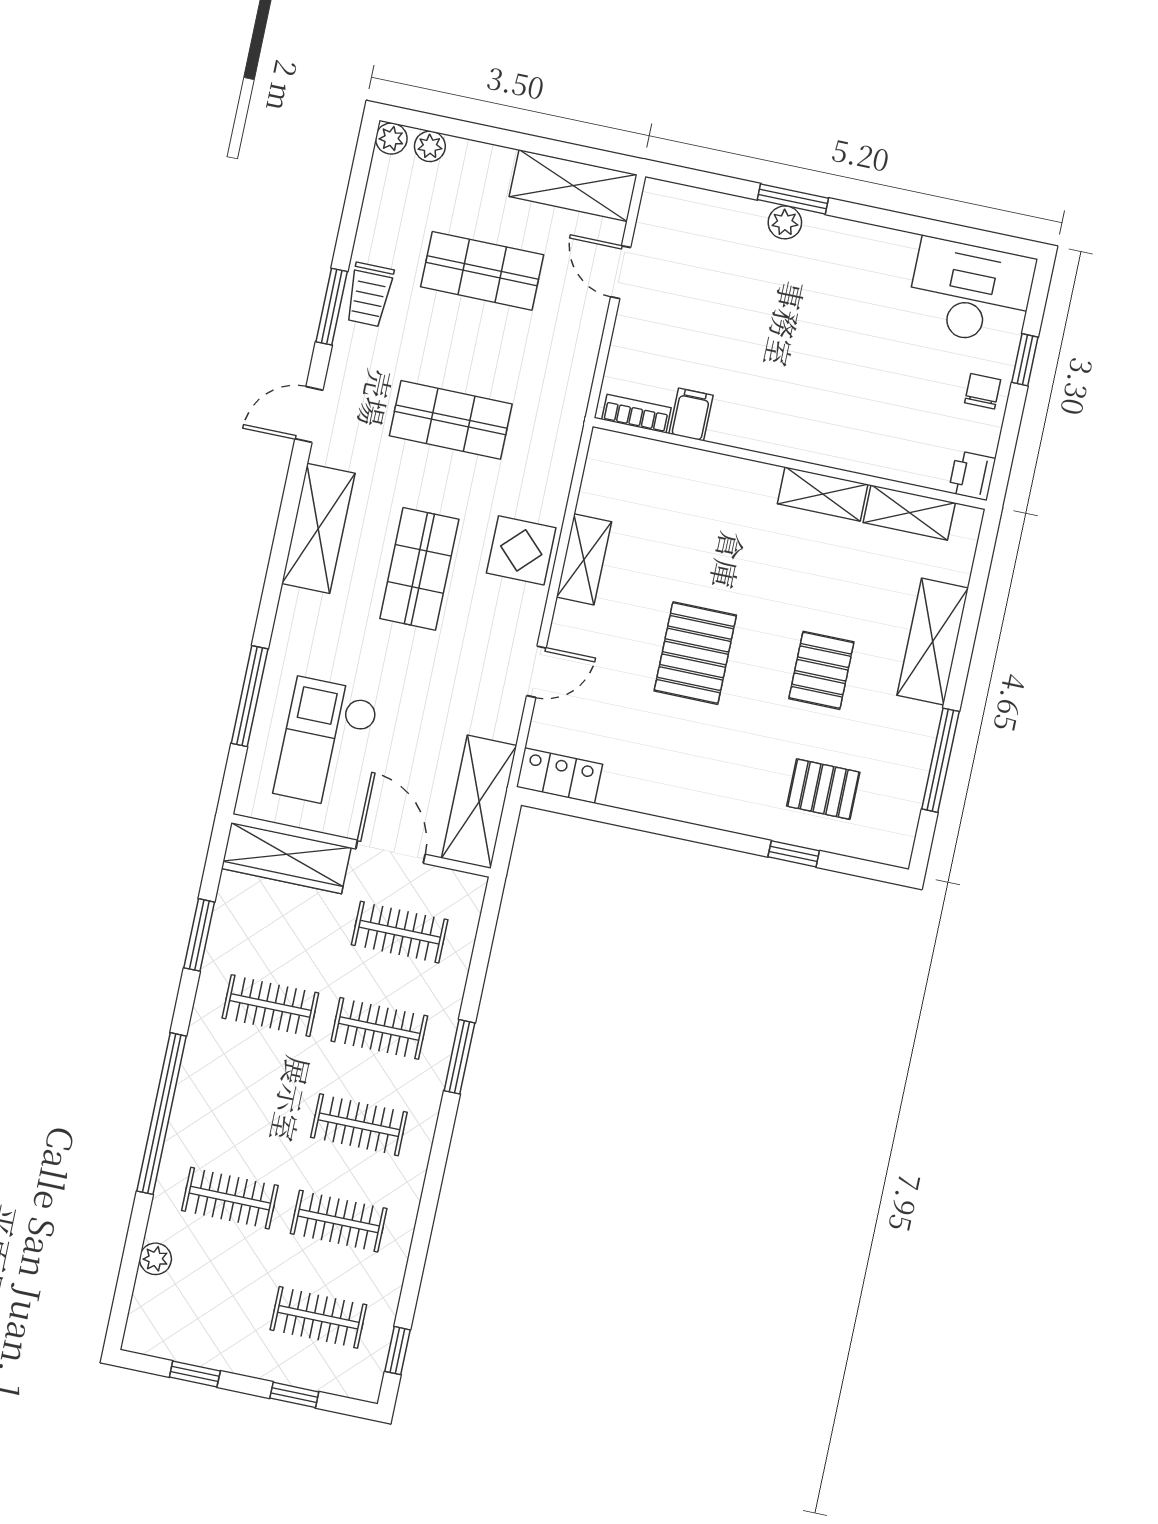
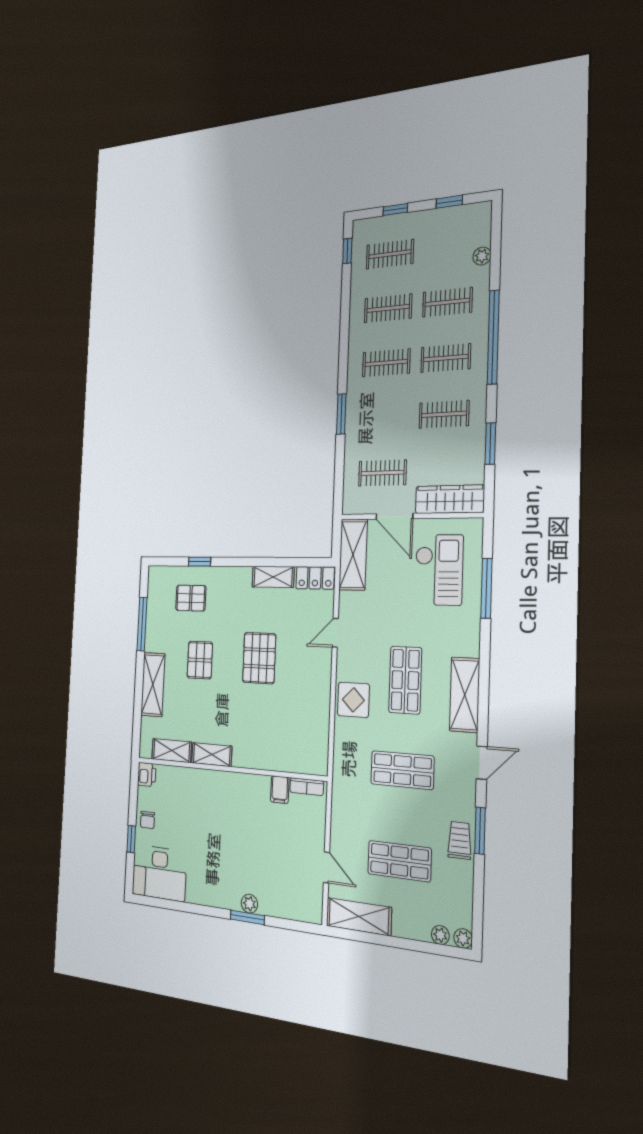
shelving: (584, 559) -> (273, 577), moved, turned 90
clothes rail: (379, 1028) -> (446, 358), moved

